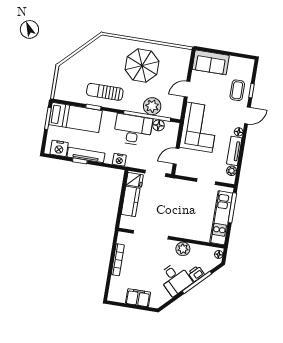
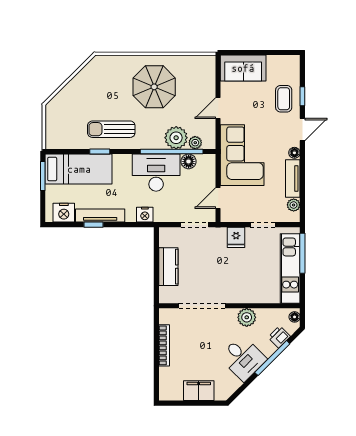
plant: (166, 112) -> (195, 143), added
fridge: (135, 180) -> (236, 237), moved, turned 90
printer: (196, 274) -> (279, 337), moved

